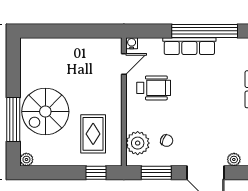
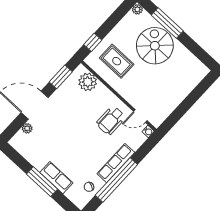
door: (124, 64) -> (140, 116), hinge flipped
chair: (167, 141) -> (89, 187), moved

